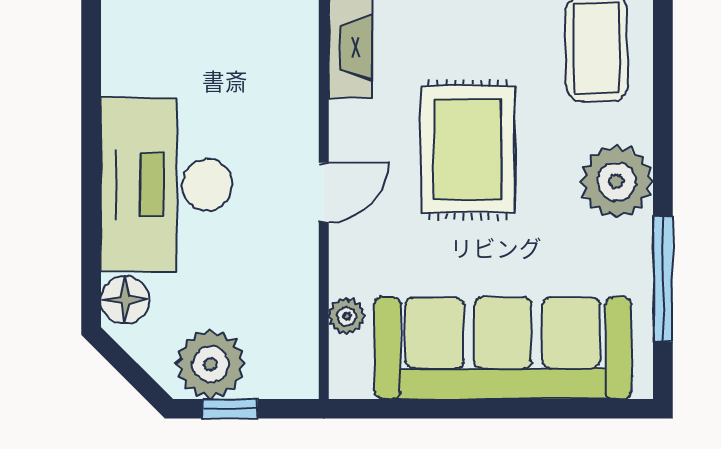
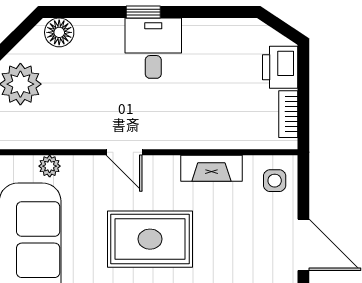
window: (91, 161) -> (143, 12), added
desk: (166, 185) -> (153, 48), width x0.53, depth x0.77

